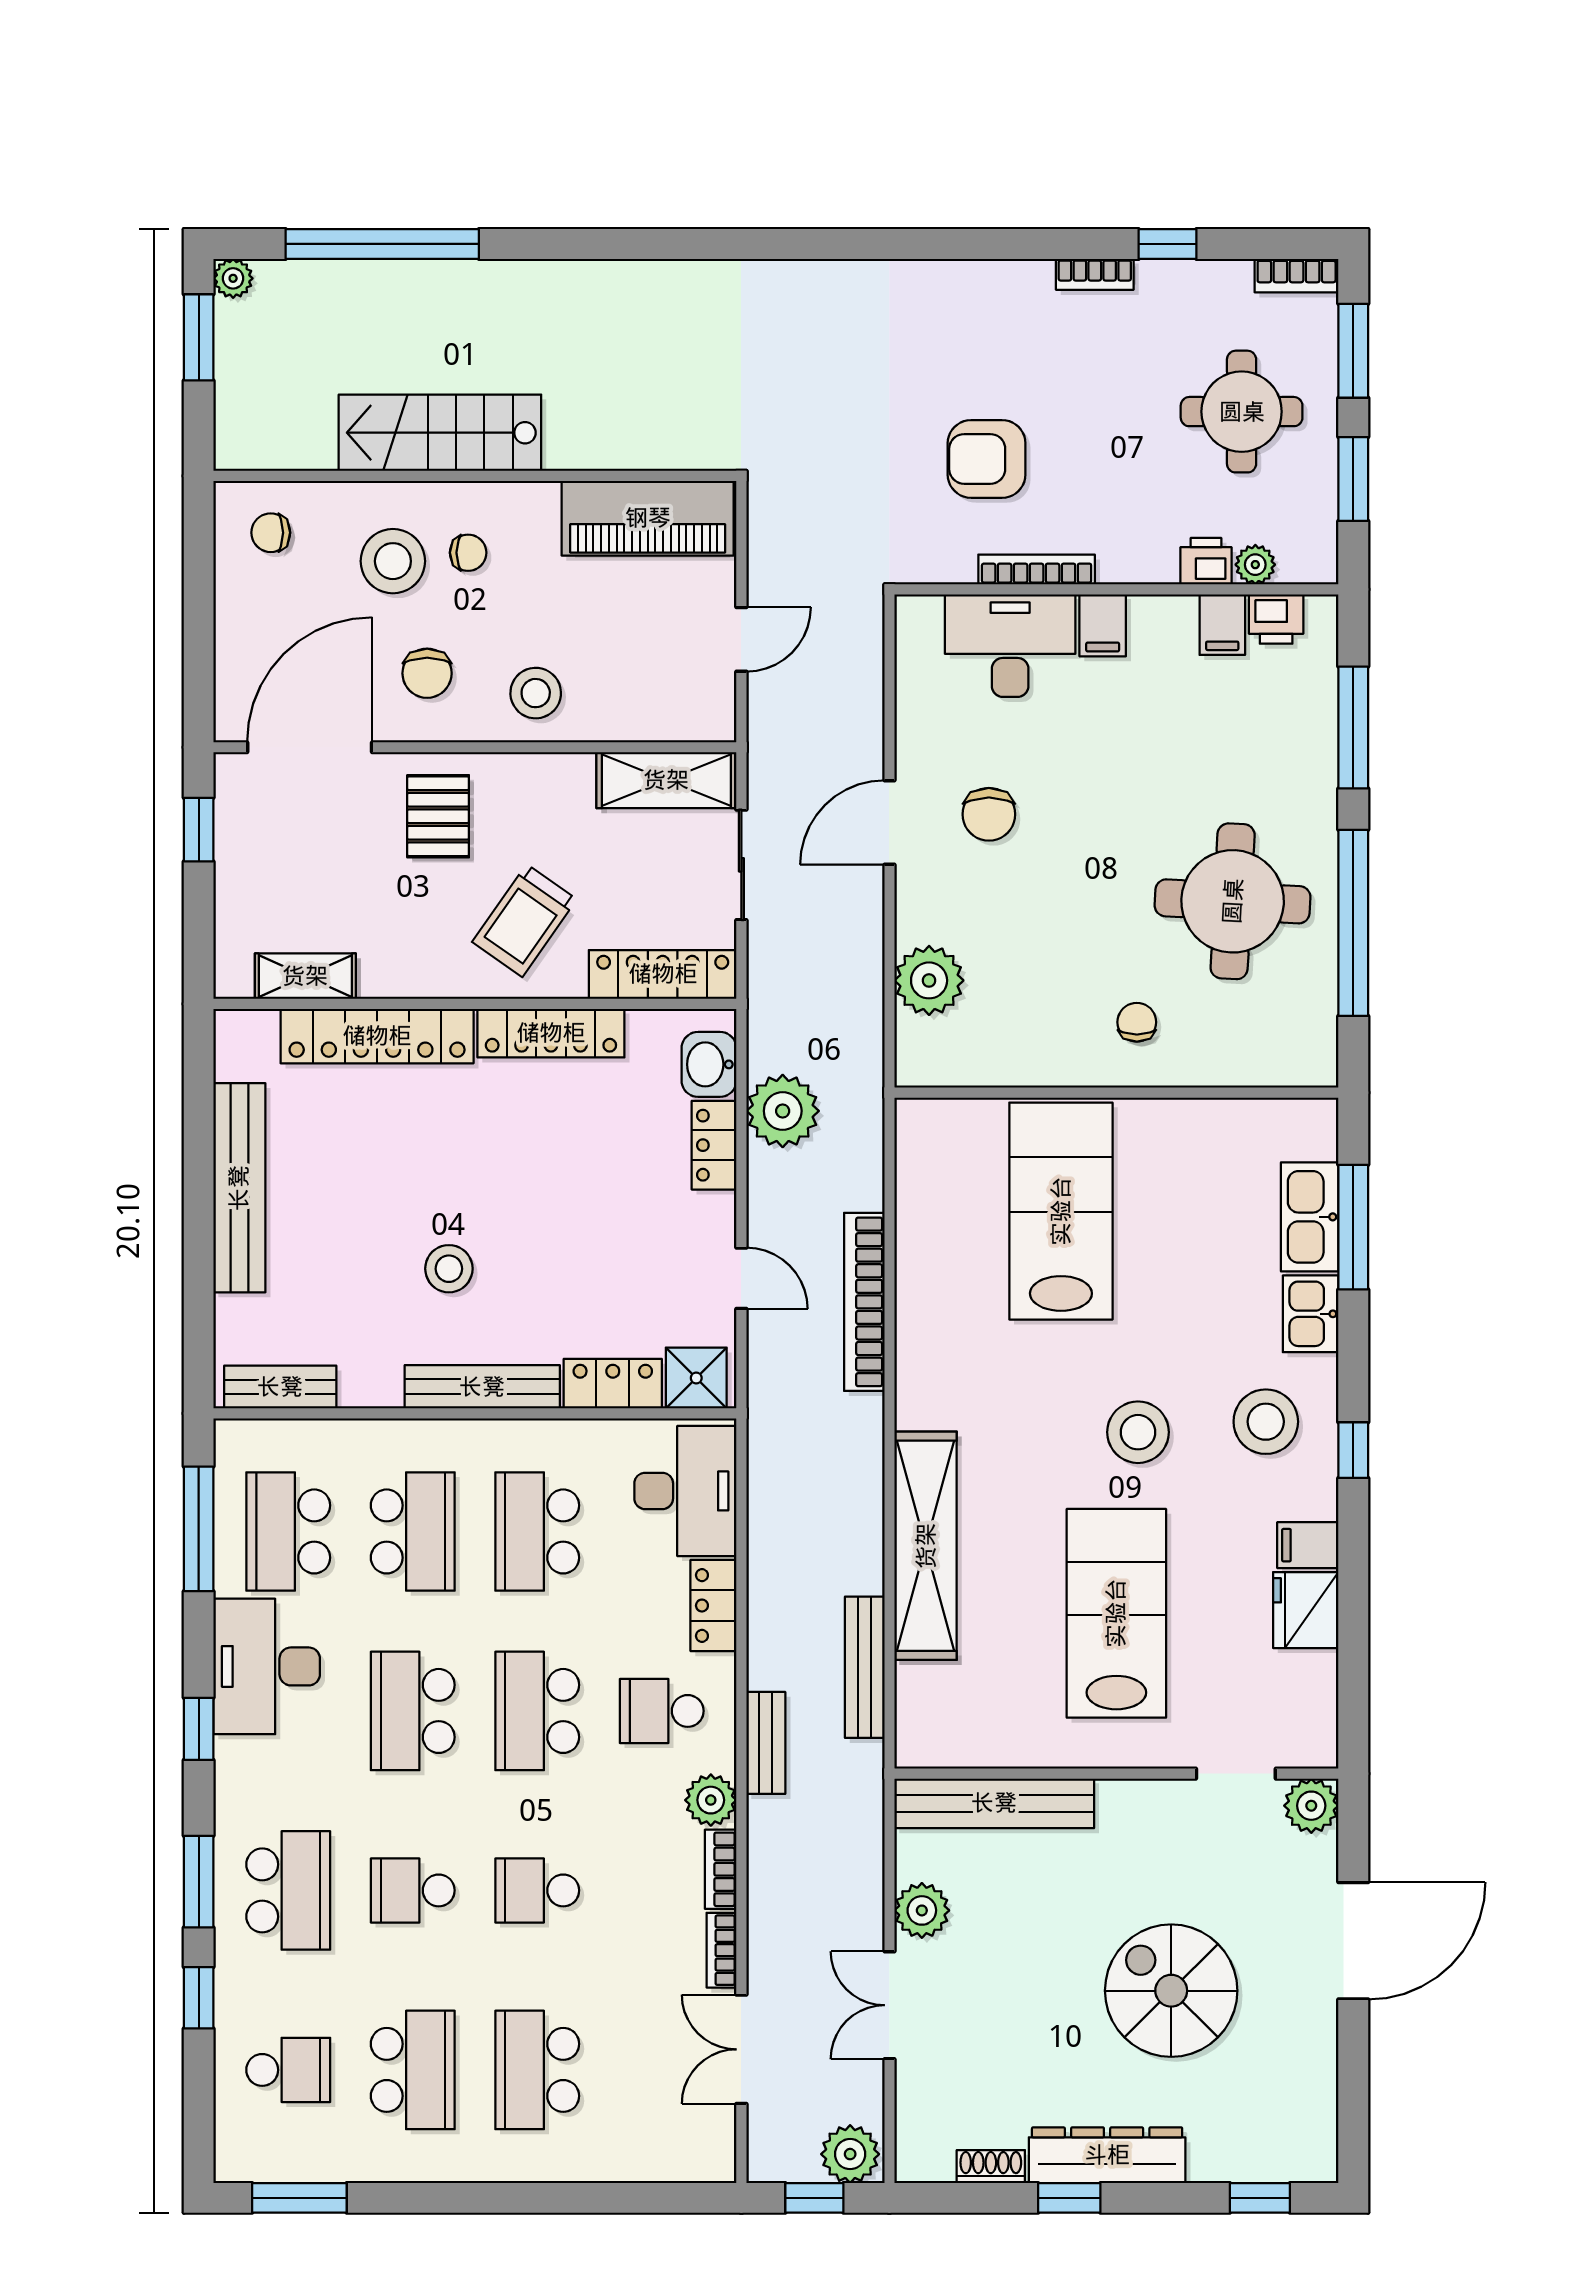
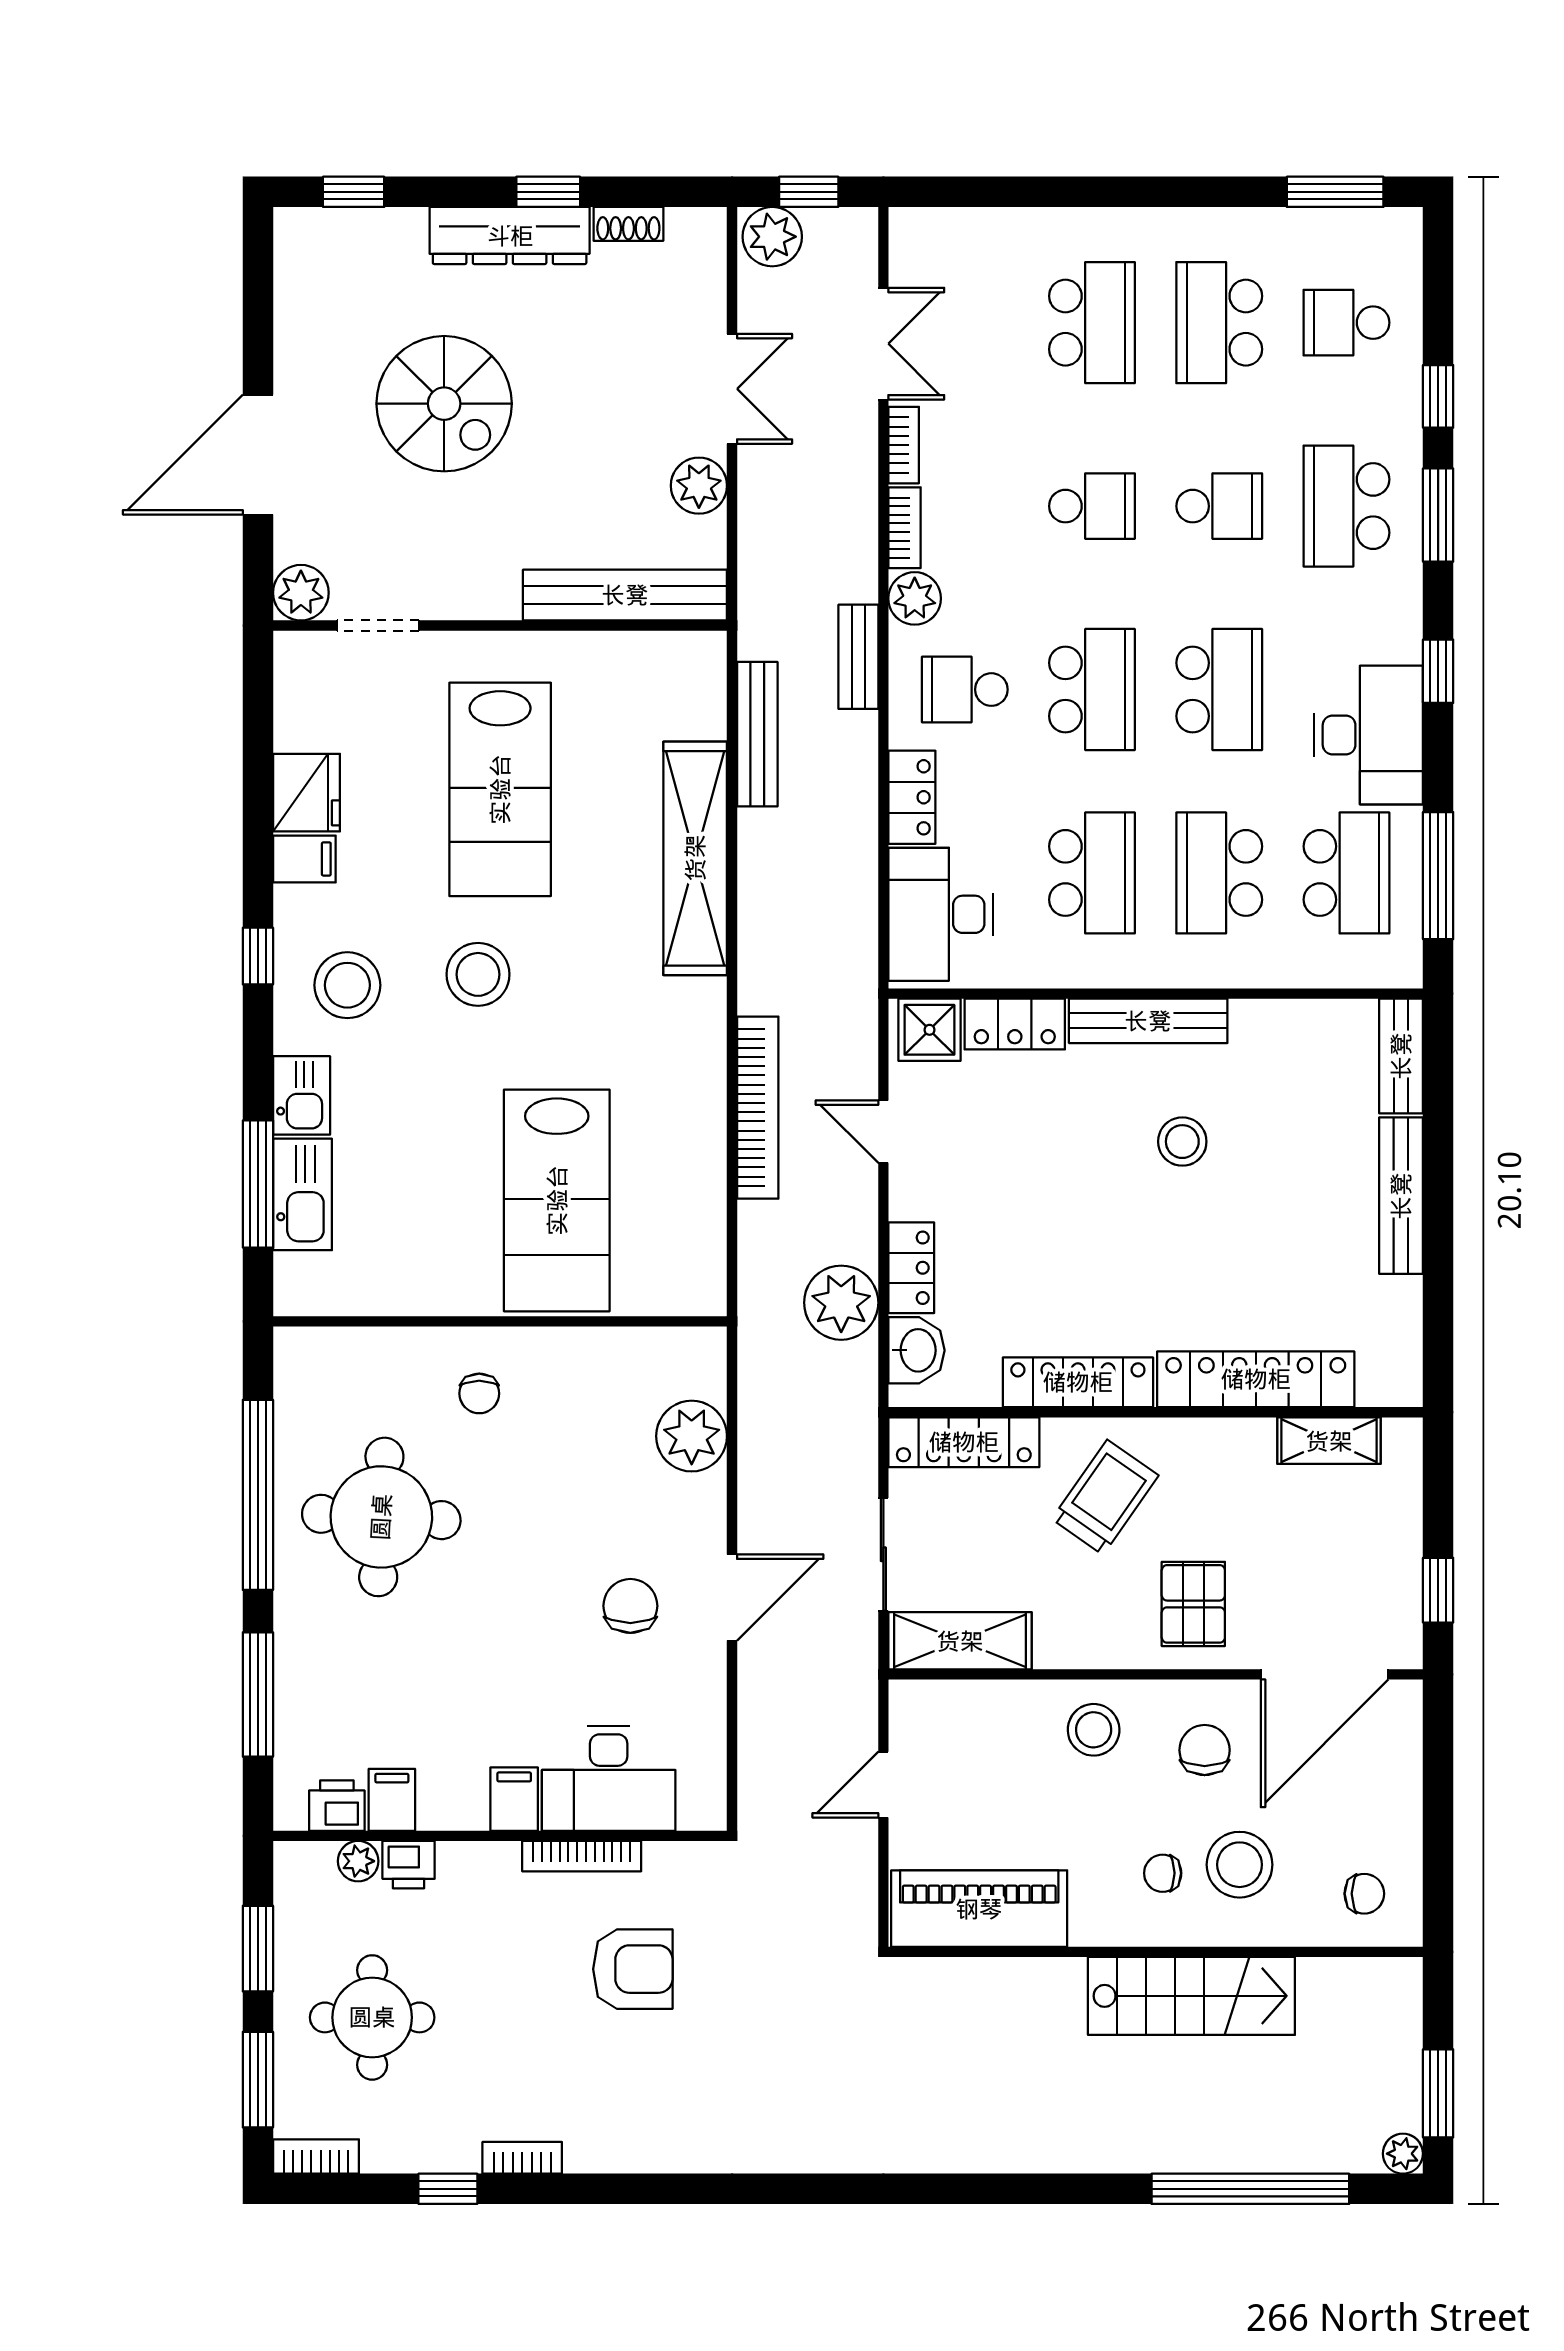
bench: (239, 1188) -> (1401, 1196), width x0.73, depth x0.82
bench: (280, 1387) -> (1401, 1056), moved, turned 90
school desk: (662, 1711) -> (965, 690), turned 180

